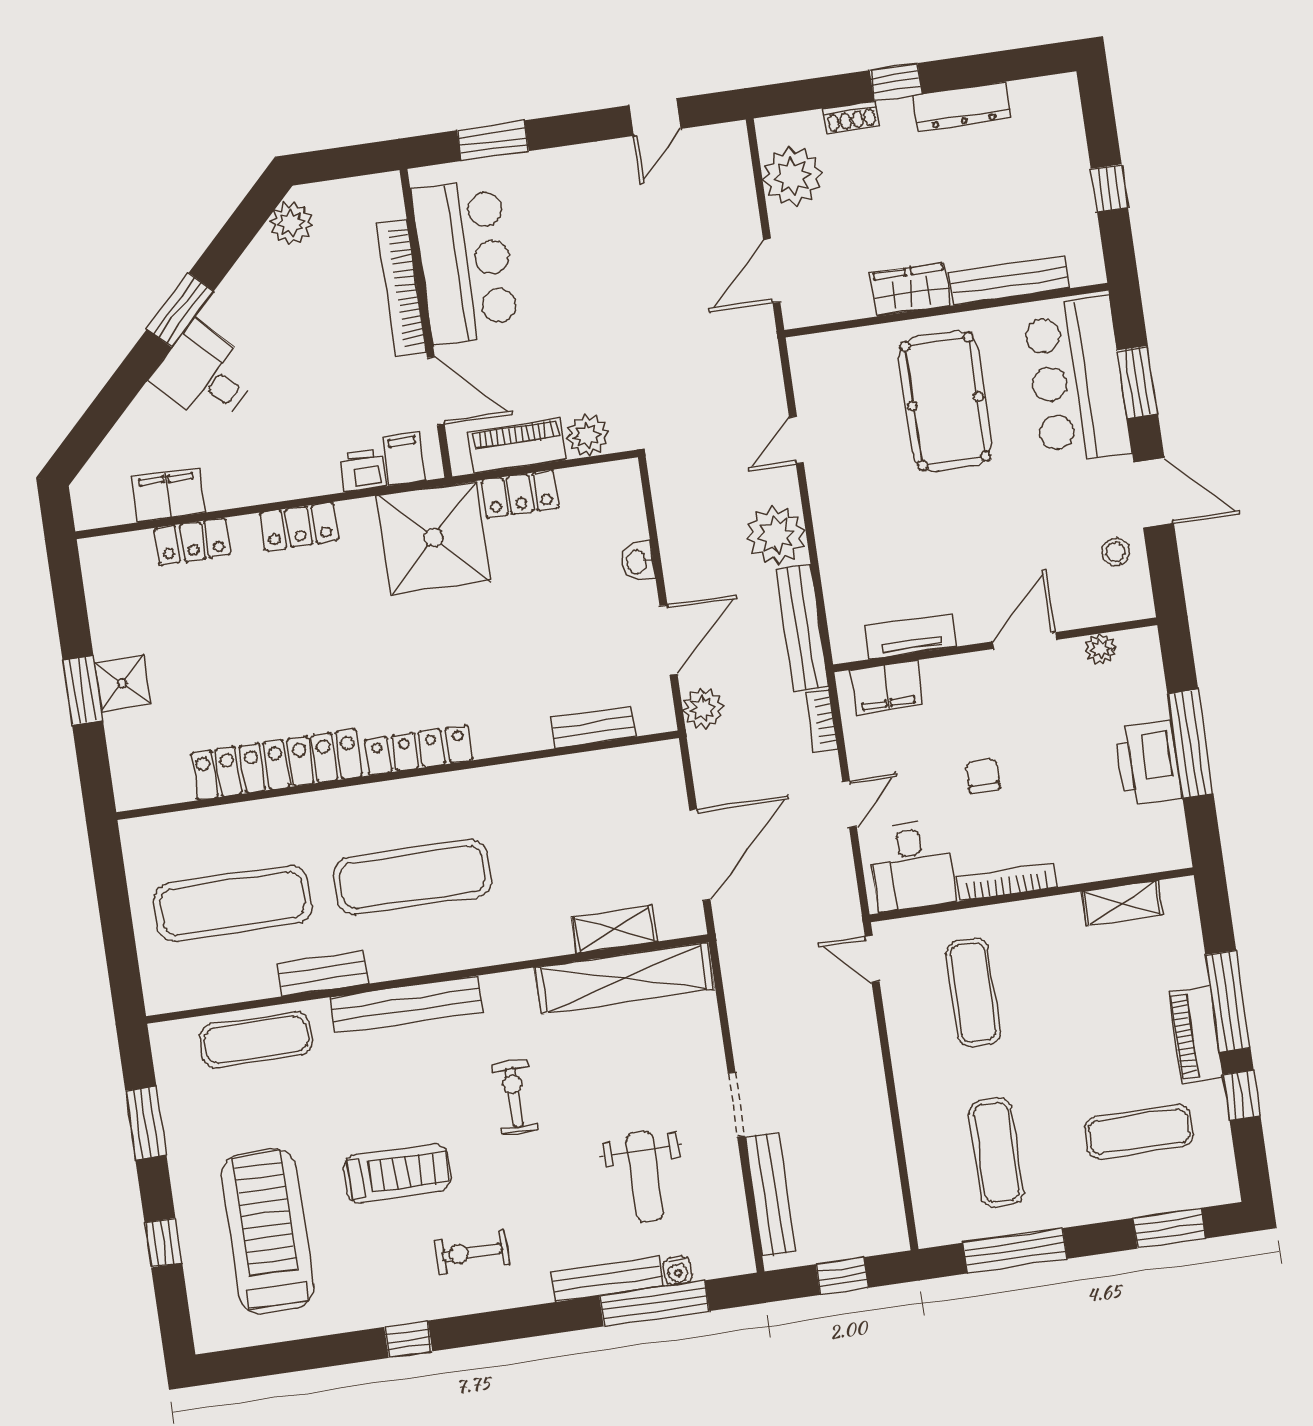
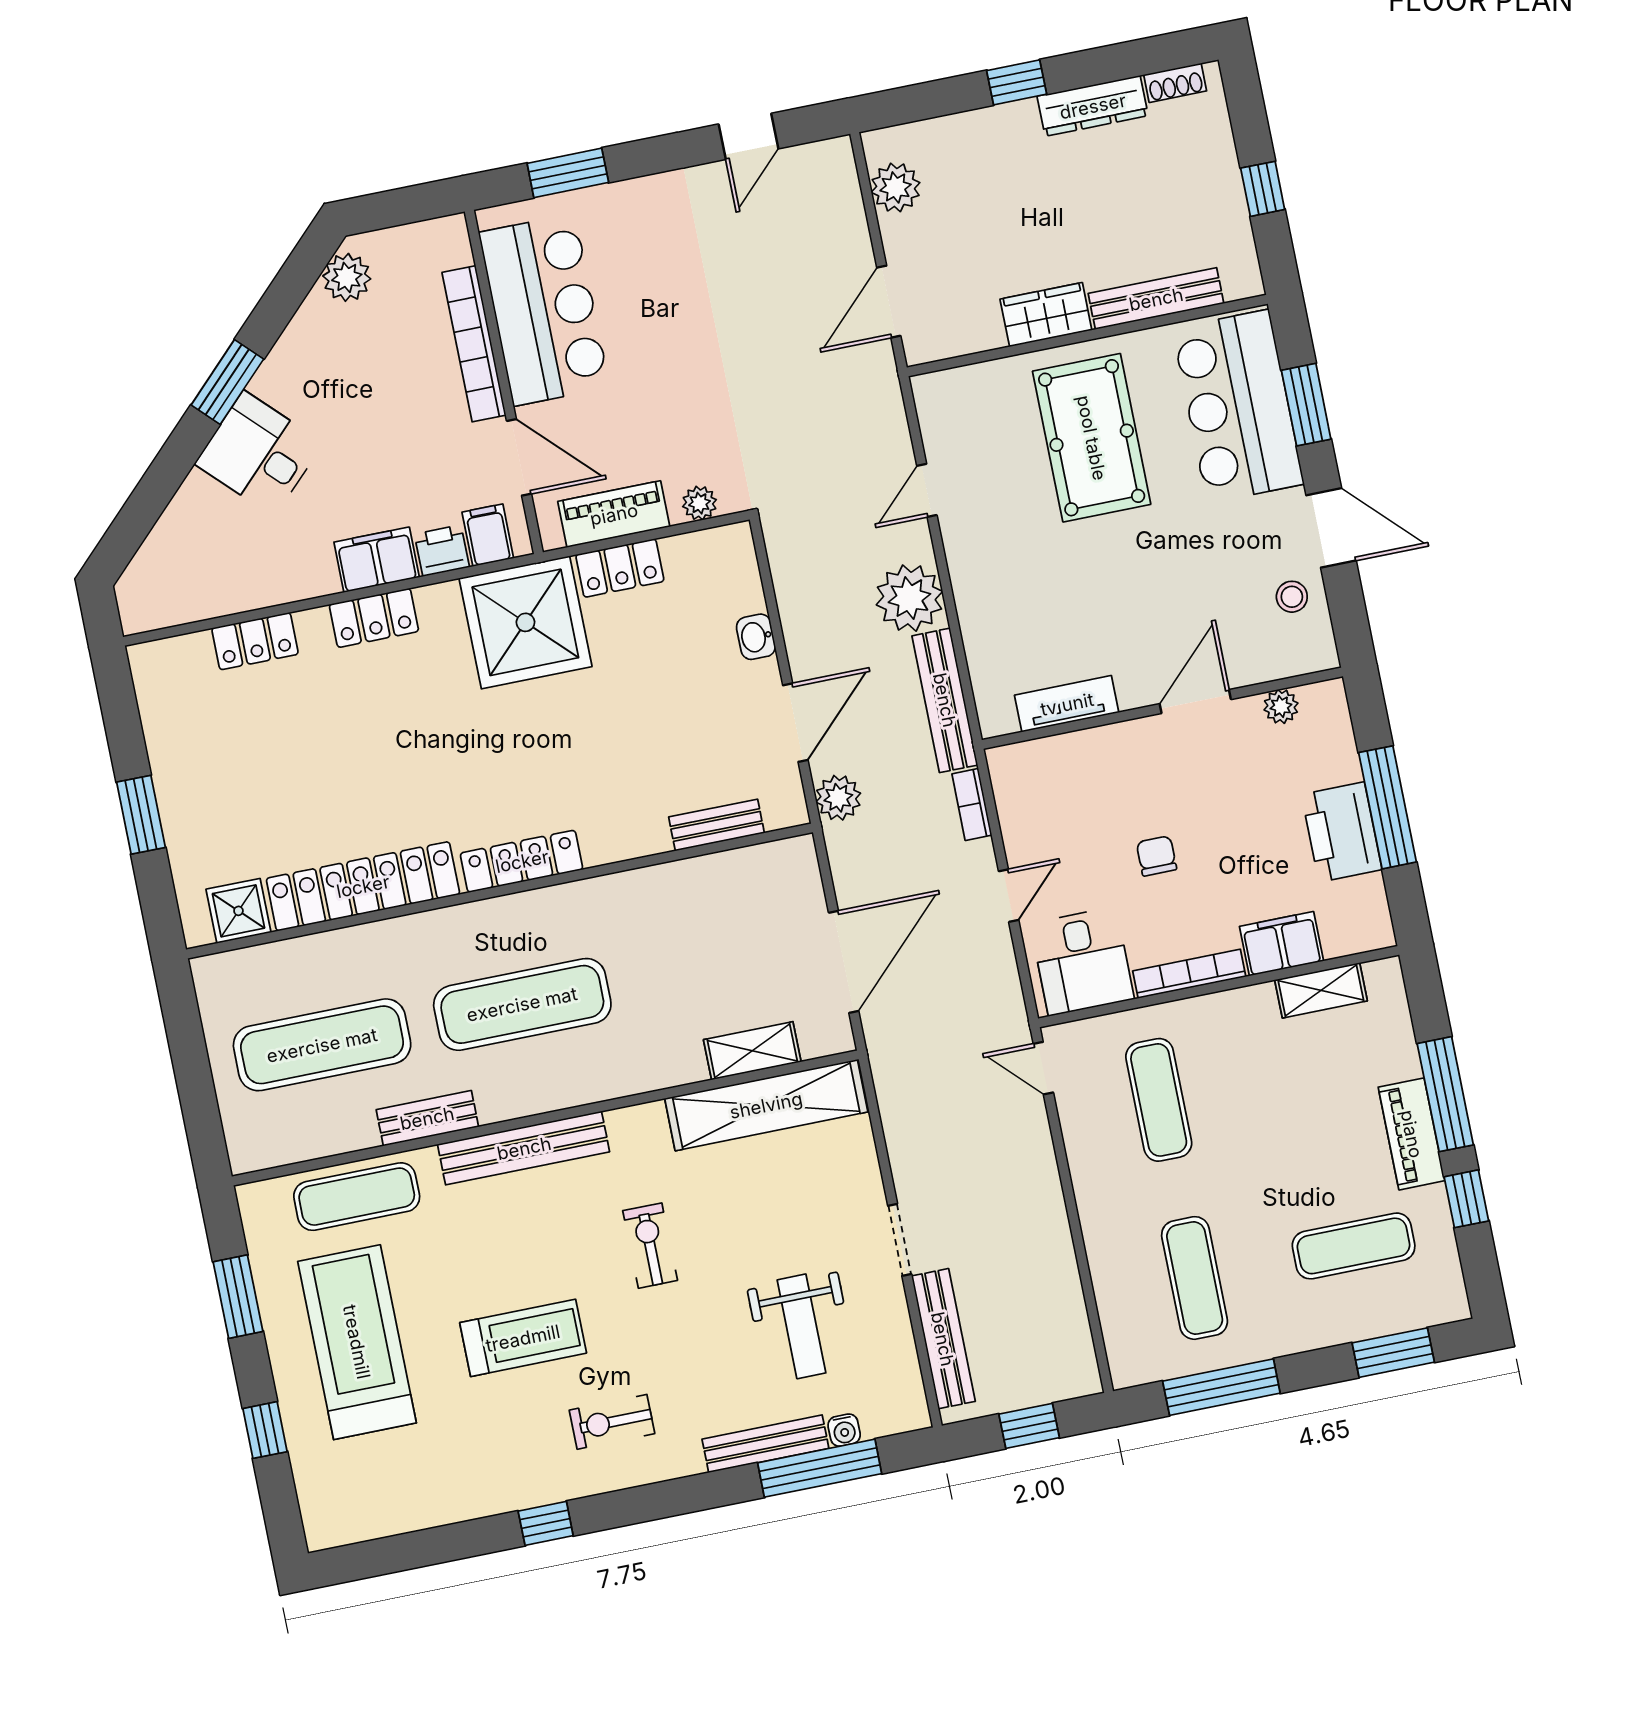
shoe rack: (851, 117) -> (1175, 83), moved
plant: (792, 176) -> (896, 187), width x0.73, depth x0.73
plant: (587, 436) -> (699, 503), width x0.73, depth x0.73
filing cabinet: (168, 495) -> (377, 560), moved
shower: (122, 683) -> (238, 911), moved
filing cabinet: (886, 687) -> (1281, 944), moved, turned 180
treadmill: (268, 1231) -> (357, 1342), moved

